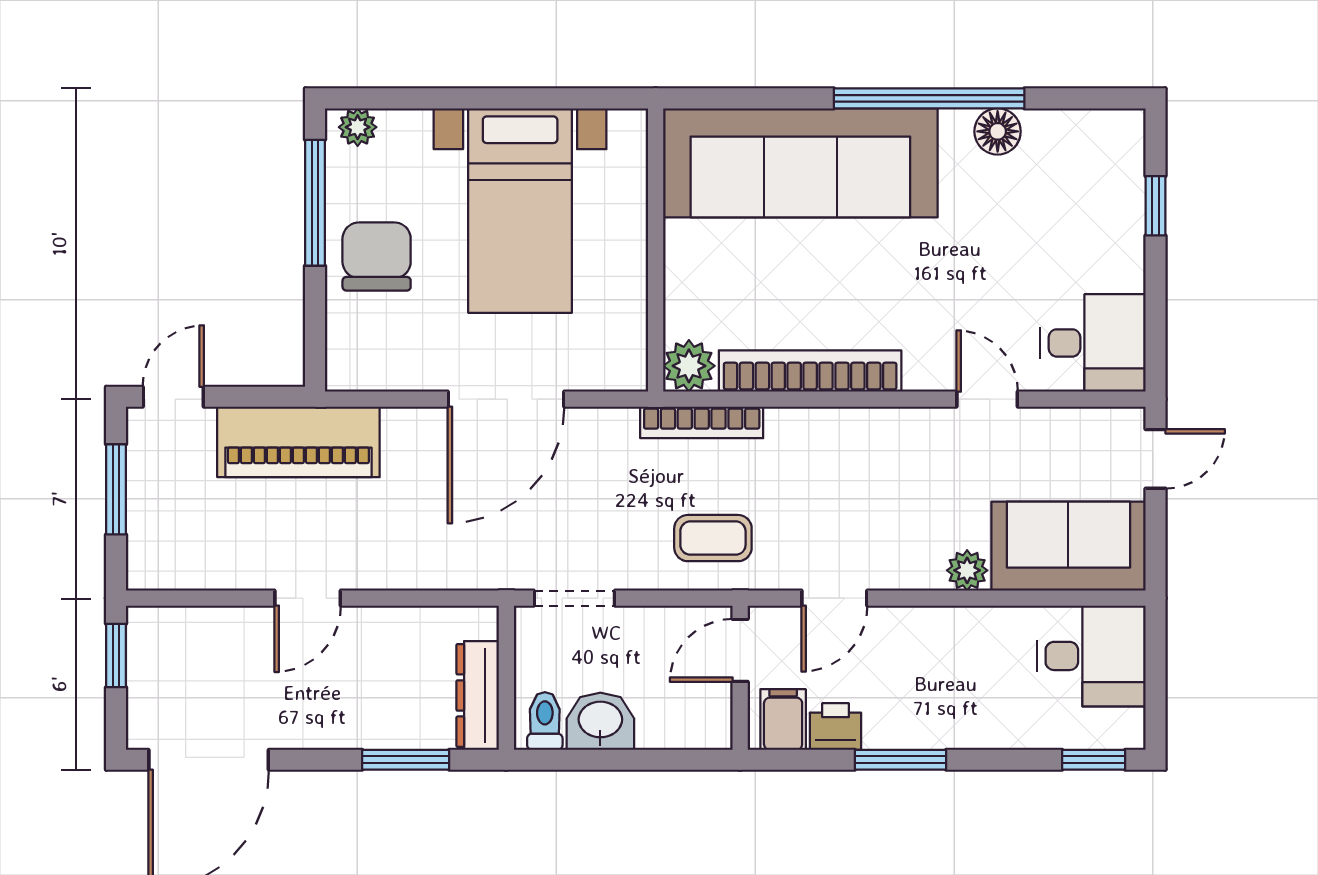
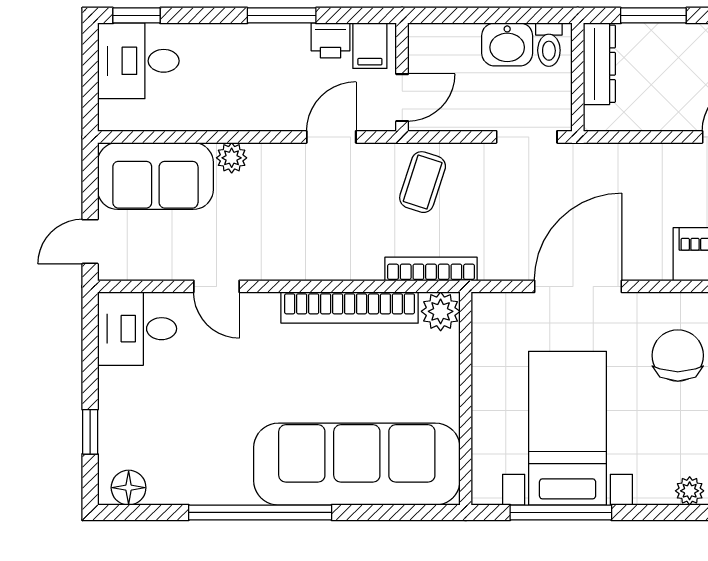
window: (529, 98) -> (561, 512), added
floor lamp: (998, 131) -> (129, 488), moved
chair: (377, 256) -> (678, 355), moved, turned 180
coffee table: (713, 538) -> (423, 182), turned -72
desk: (1091, 656) -> (138, 61), moved

